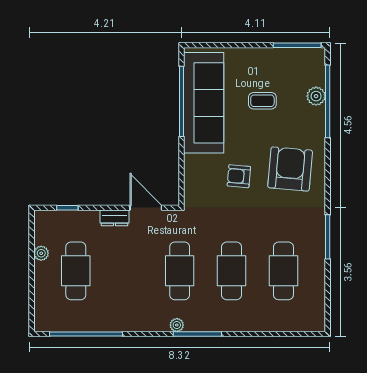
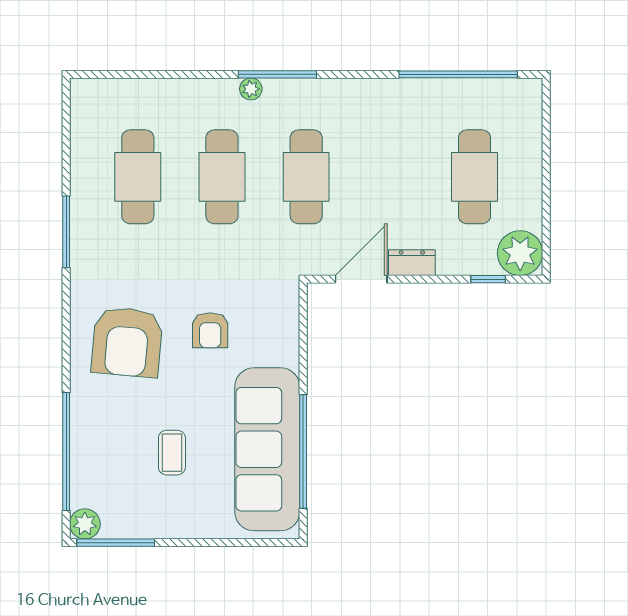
plant: (316, 96) -> (85, 524), moved
coffee table: (262, 101) -> (172, 453), turned 90
armchair: (239, 176) -> (210, 330), turned 85
door: (146, 208) -> (361, 279), swing flipped
plant: (41, 253) -> (520, 253), moved, width x1.87, depth x1.87
plant: (177, 325) -> (251, 89), moved

